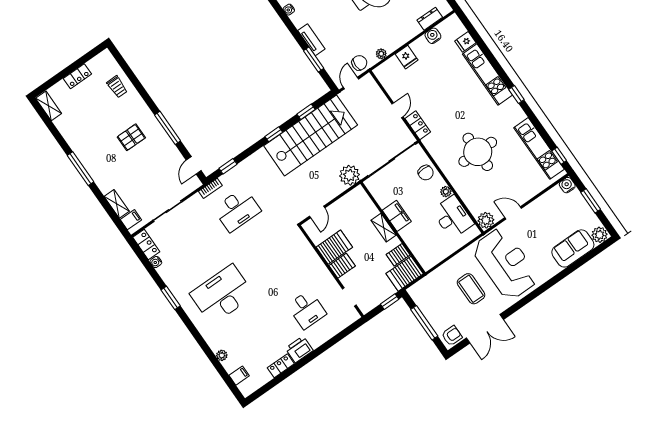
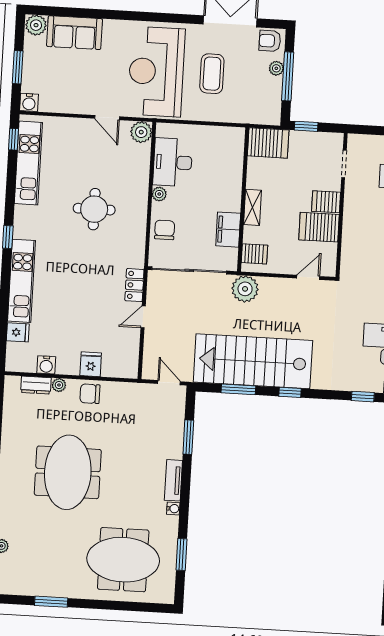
tv unit: (311, 40) -> (173, 480), moved
plant: (381, 54) -> (59, 385), moved
chair: (359, 63) -> (90, 394), moved
door: (351, 83) -> (169, 383), swing flipped
window: (306, 112) -> (238, 389), width x1.50
round table: (478, 152) -> (94, 209), width x0.73, depth x0.73
filing cabinet: (397, 216) -> (228, 230), moved
server rack: (398, 255) -> (254, 254), moved
plant: (435, 322) -> (276, 68), added

